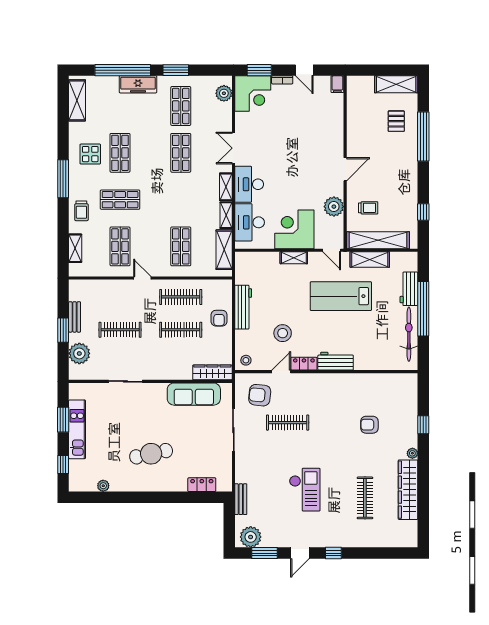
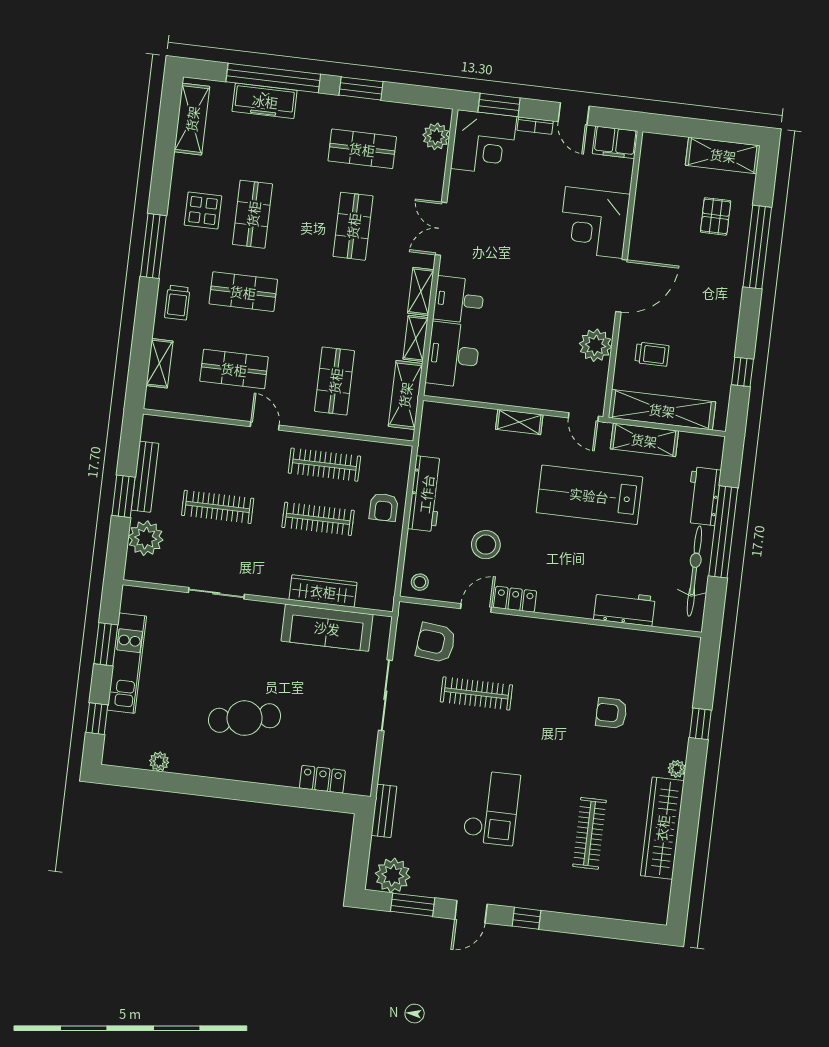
freezer: (138, 84) -> (265, 101), moved
filing cabinet: (337, 84) -> (615, 142), width x2.00
shop shelf: (181, 106) -> (362, 149), turned 90
door: (345, 169) -> (622, 286), width x1.36
desk: (249, 184) -> (459, 300), width x0.73
corner desk: (294, 229) -> (594, 223), moved, turned -90
shop shelf: (120, 246) -> (234, 369), turned 90
bench: (75, 317) -> (145, 477), width x1.36
workbench: (336, 361) -> (624, 608), moved
wardrobe: (212, 372) -> (323, 591), moved

